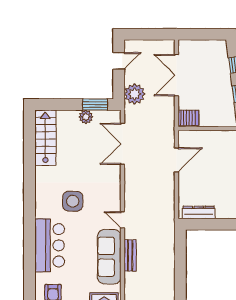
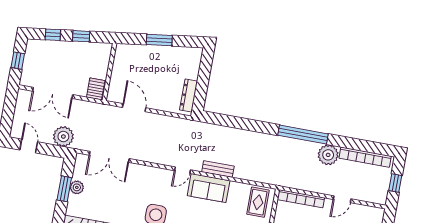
window: (203, 34) -> (18, 61), added
window: (95, 104) -> (64, 189), moved
sofa: (109, 257) -> (209, 188), width x0.73

